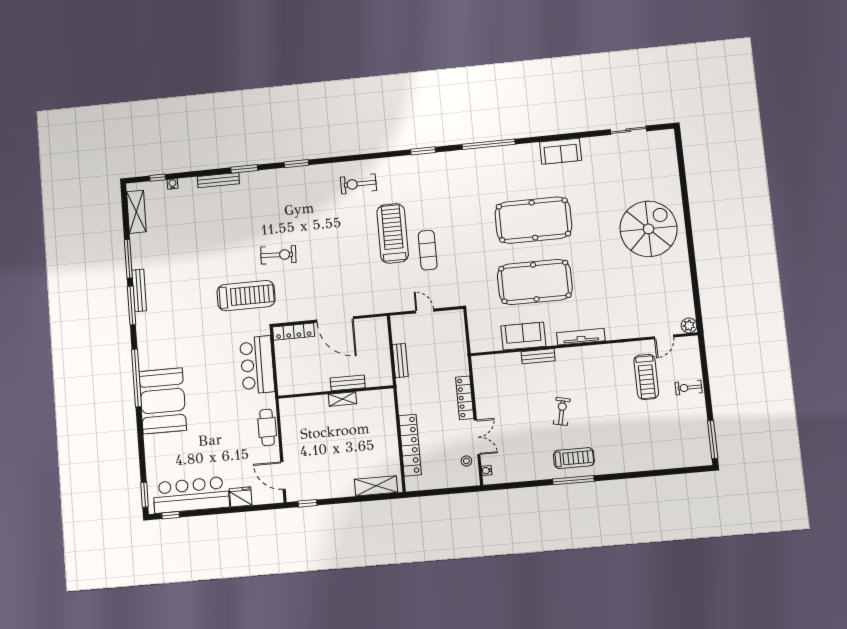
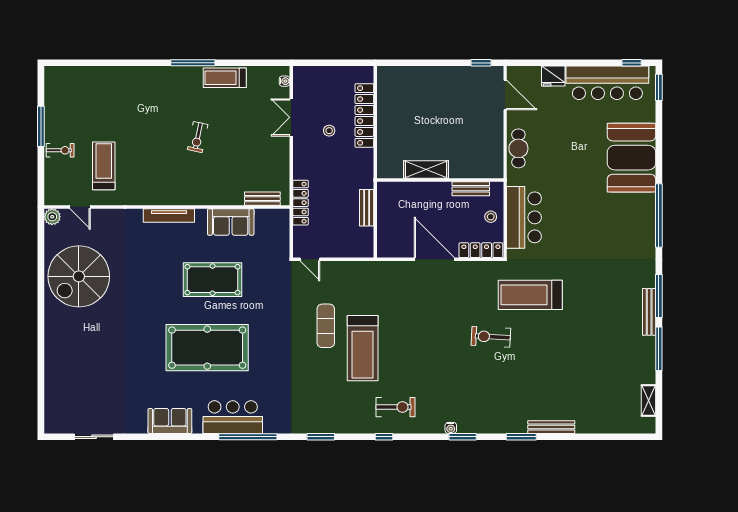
bar counter: (504, 160) -> (233, 417), added
window: (158, 178) -> (384, 437), moved
water cooler: (172, 184) -> (451, 428), moved
shelving: (136, 212) -> (649, 401), width x0.67, depth x0.75
spiral stairs: (649, 229) -> (79, 276), moved
pool table: (535, 282) -> (212, 280), width x0.73, depth x0.76
door: (425, 311) -> (310, 259), moved
door: (664, 337) -> (80, 207), swing flipped
bench: (538, 356) -> (262, 199), moved
stool: (287, 363) -> (491, 217), added
bench: (348, 383) -> (471, 189), moved
locker: (465, 398) -> (301, 203), moved
shelving: (342, 399) -> (426, 170), width x1.50, depth x1.33
booth: (163, 401) -> (632, 158), moved
window: (713, 440) -> (41, 126), moved
treadmill: (574, 458) -> (225, 78), moved
stool: (466, 461) -> (329, 131), moved
shelving: (376, 486) -> (405, 75), removed

